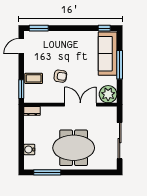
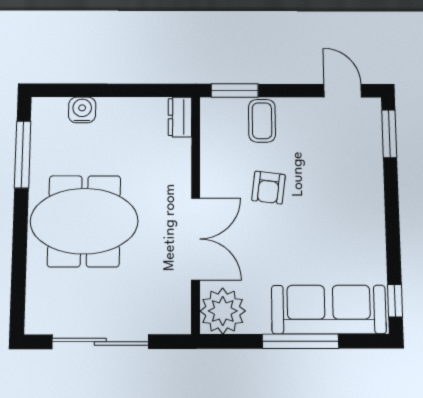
meeting table: (74, 148) -> (84, 221), turned 90

